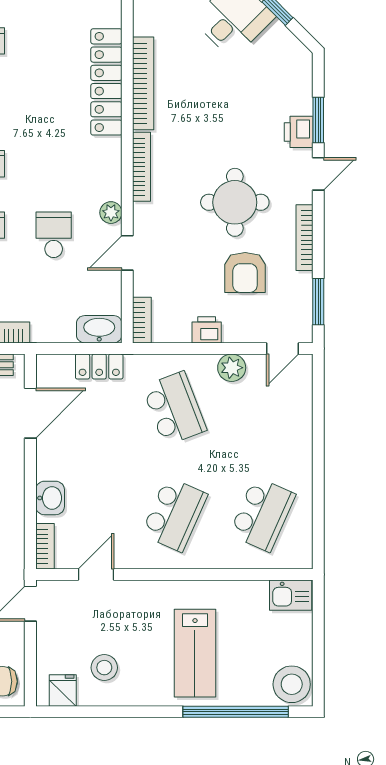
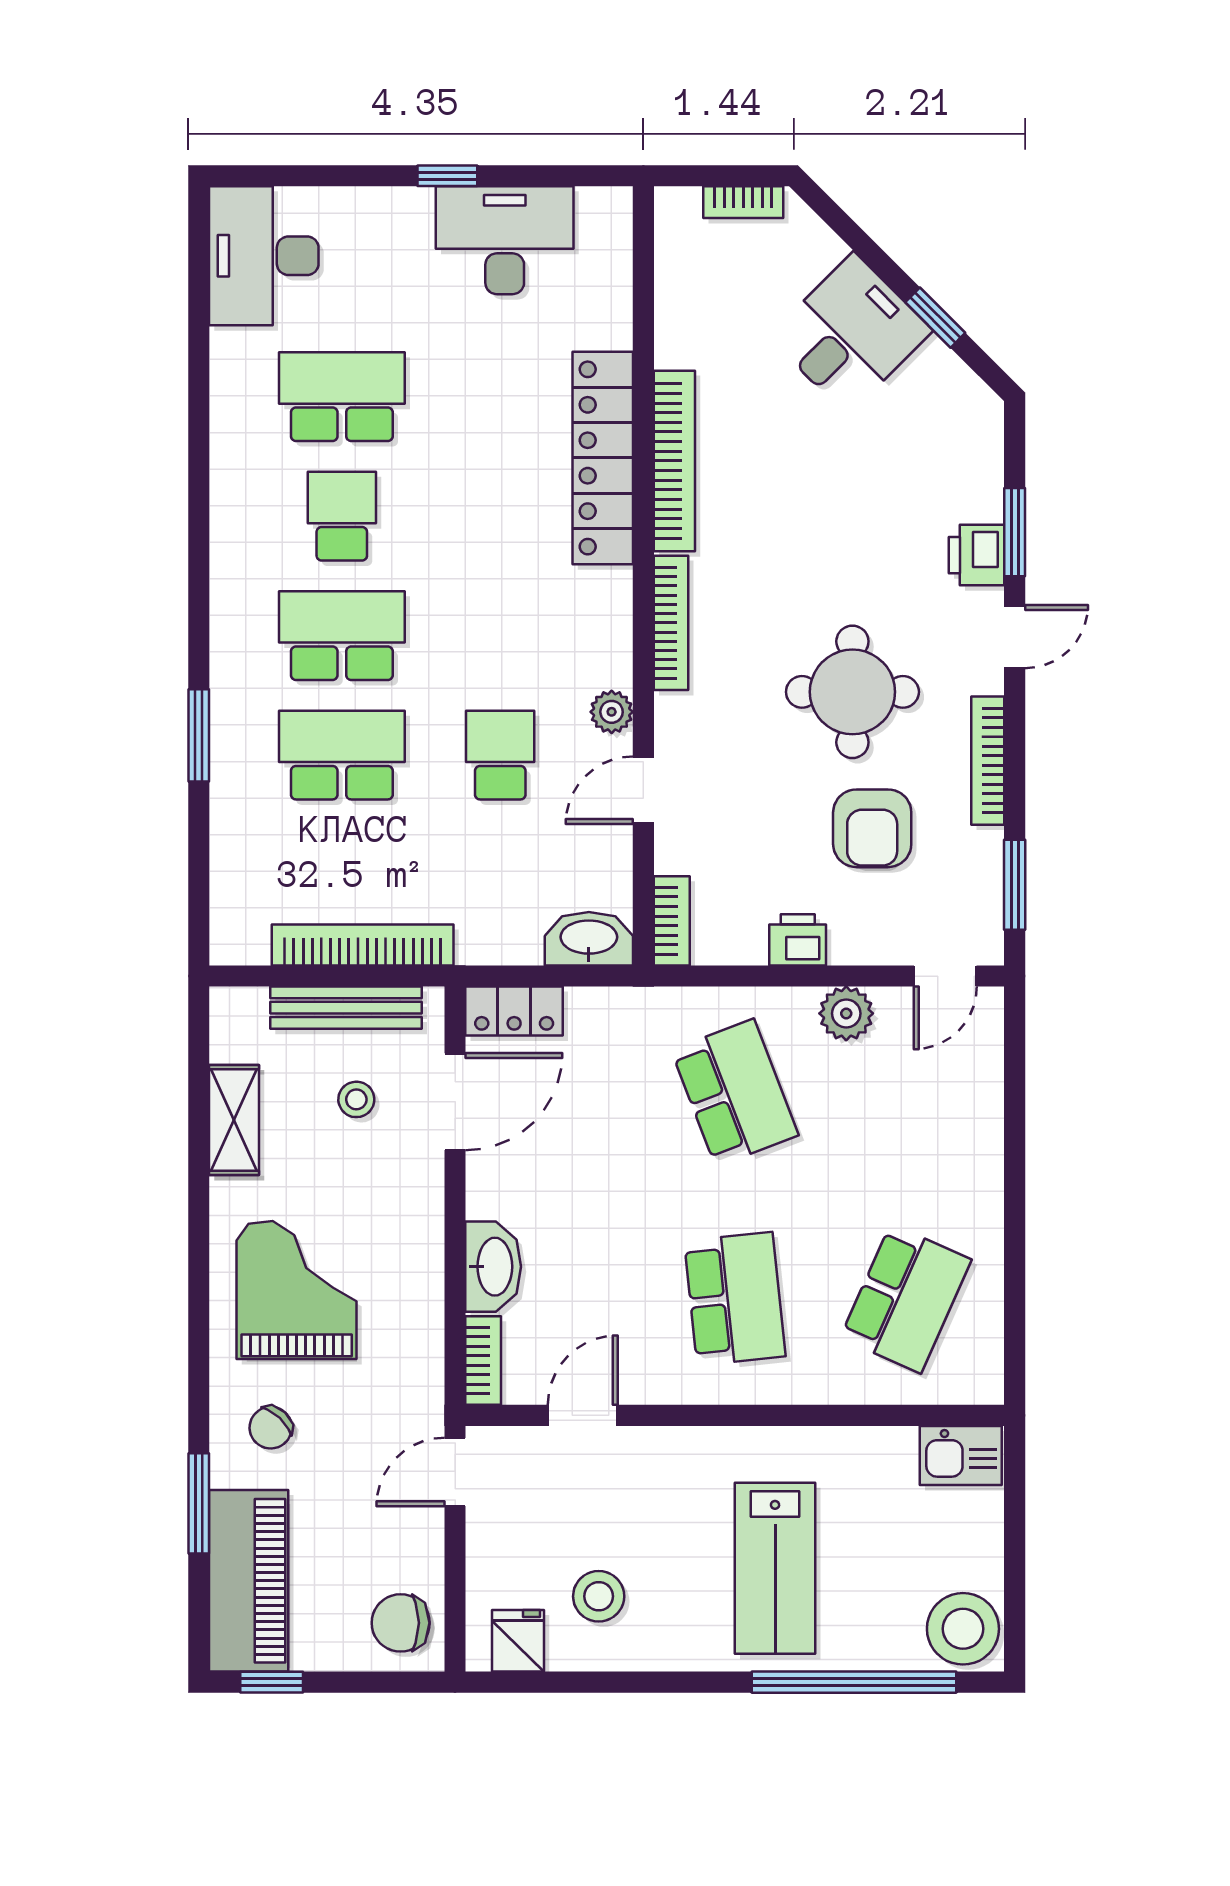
locker: (99, 366) -> (514, 1011), moved
washbasin: (50, 498) -> (493, 1267), width x1.38
school desk: (174, 514) -> (735, 1299), turned -30

